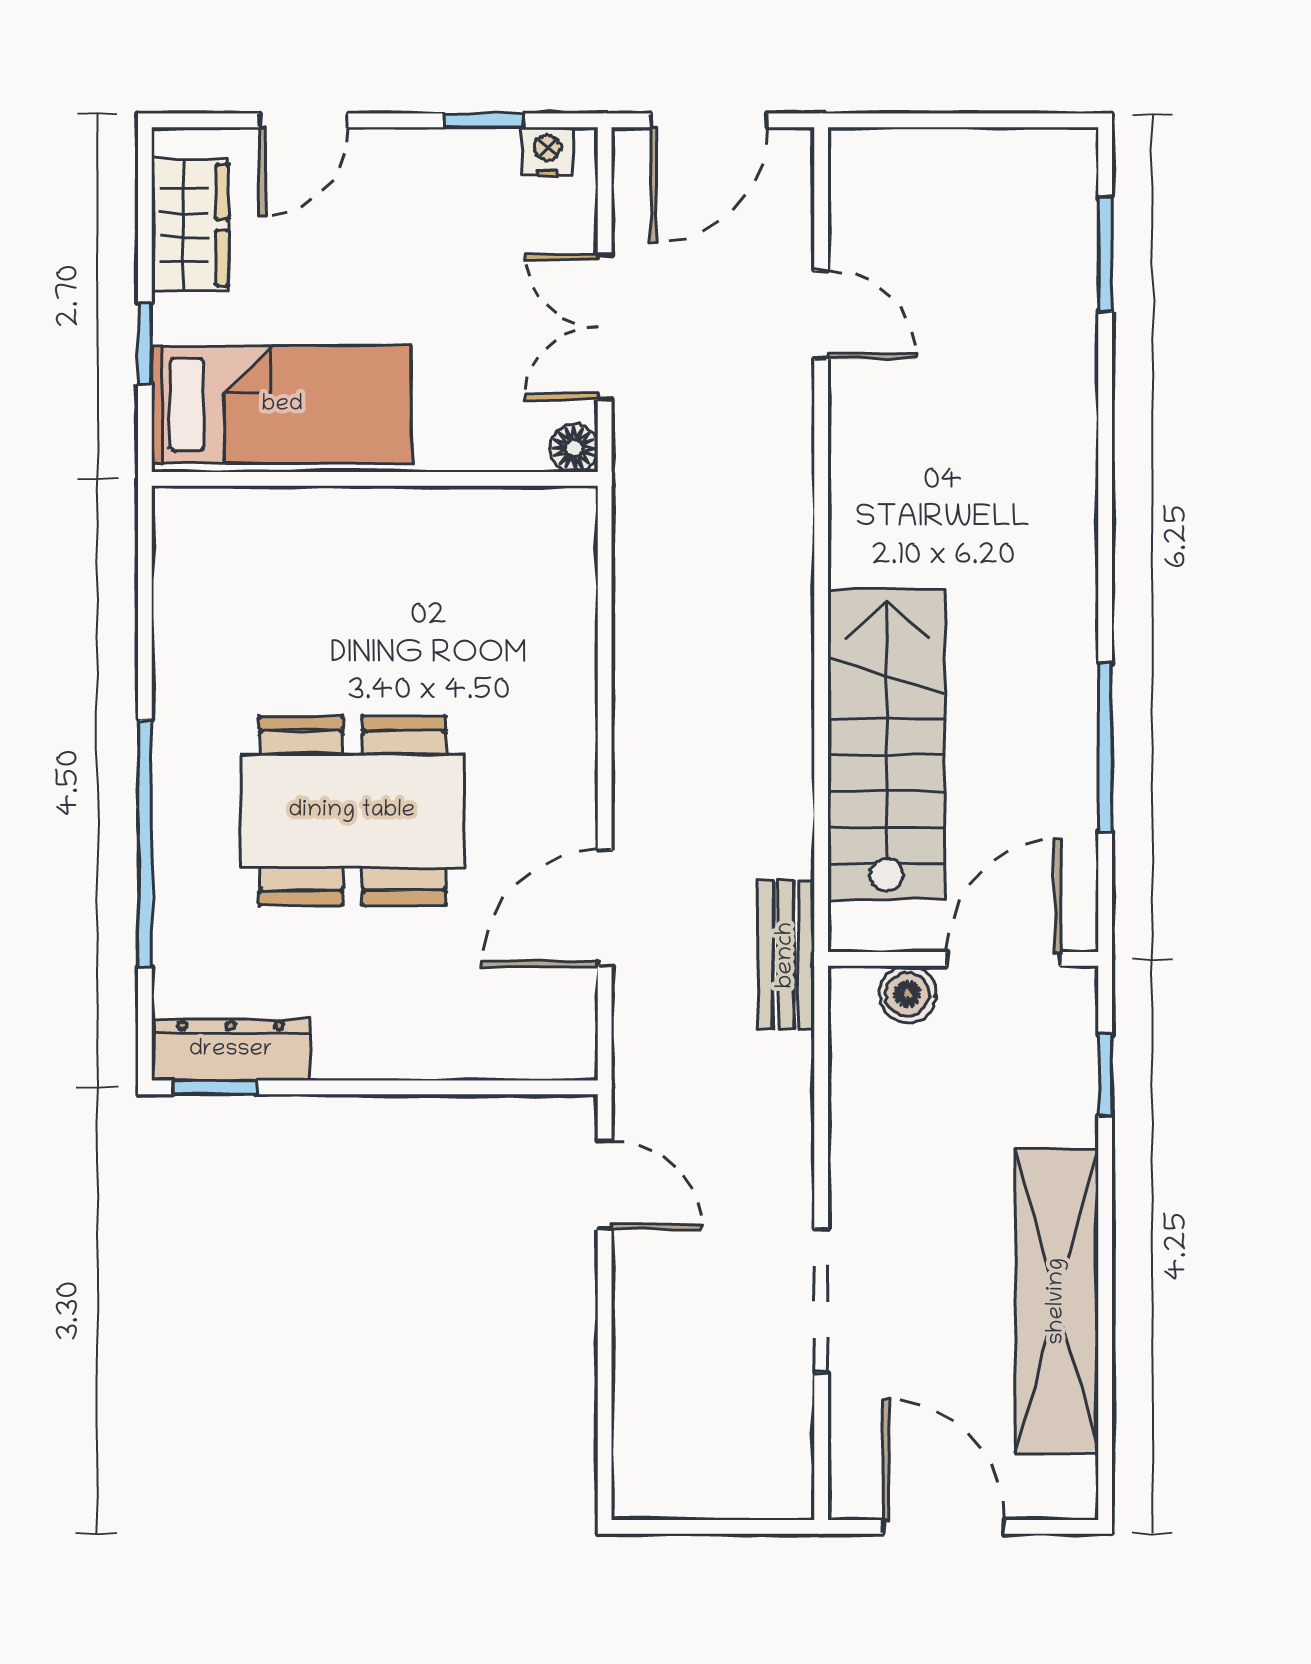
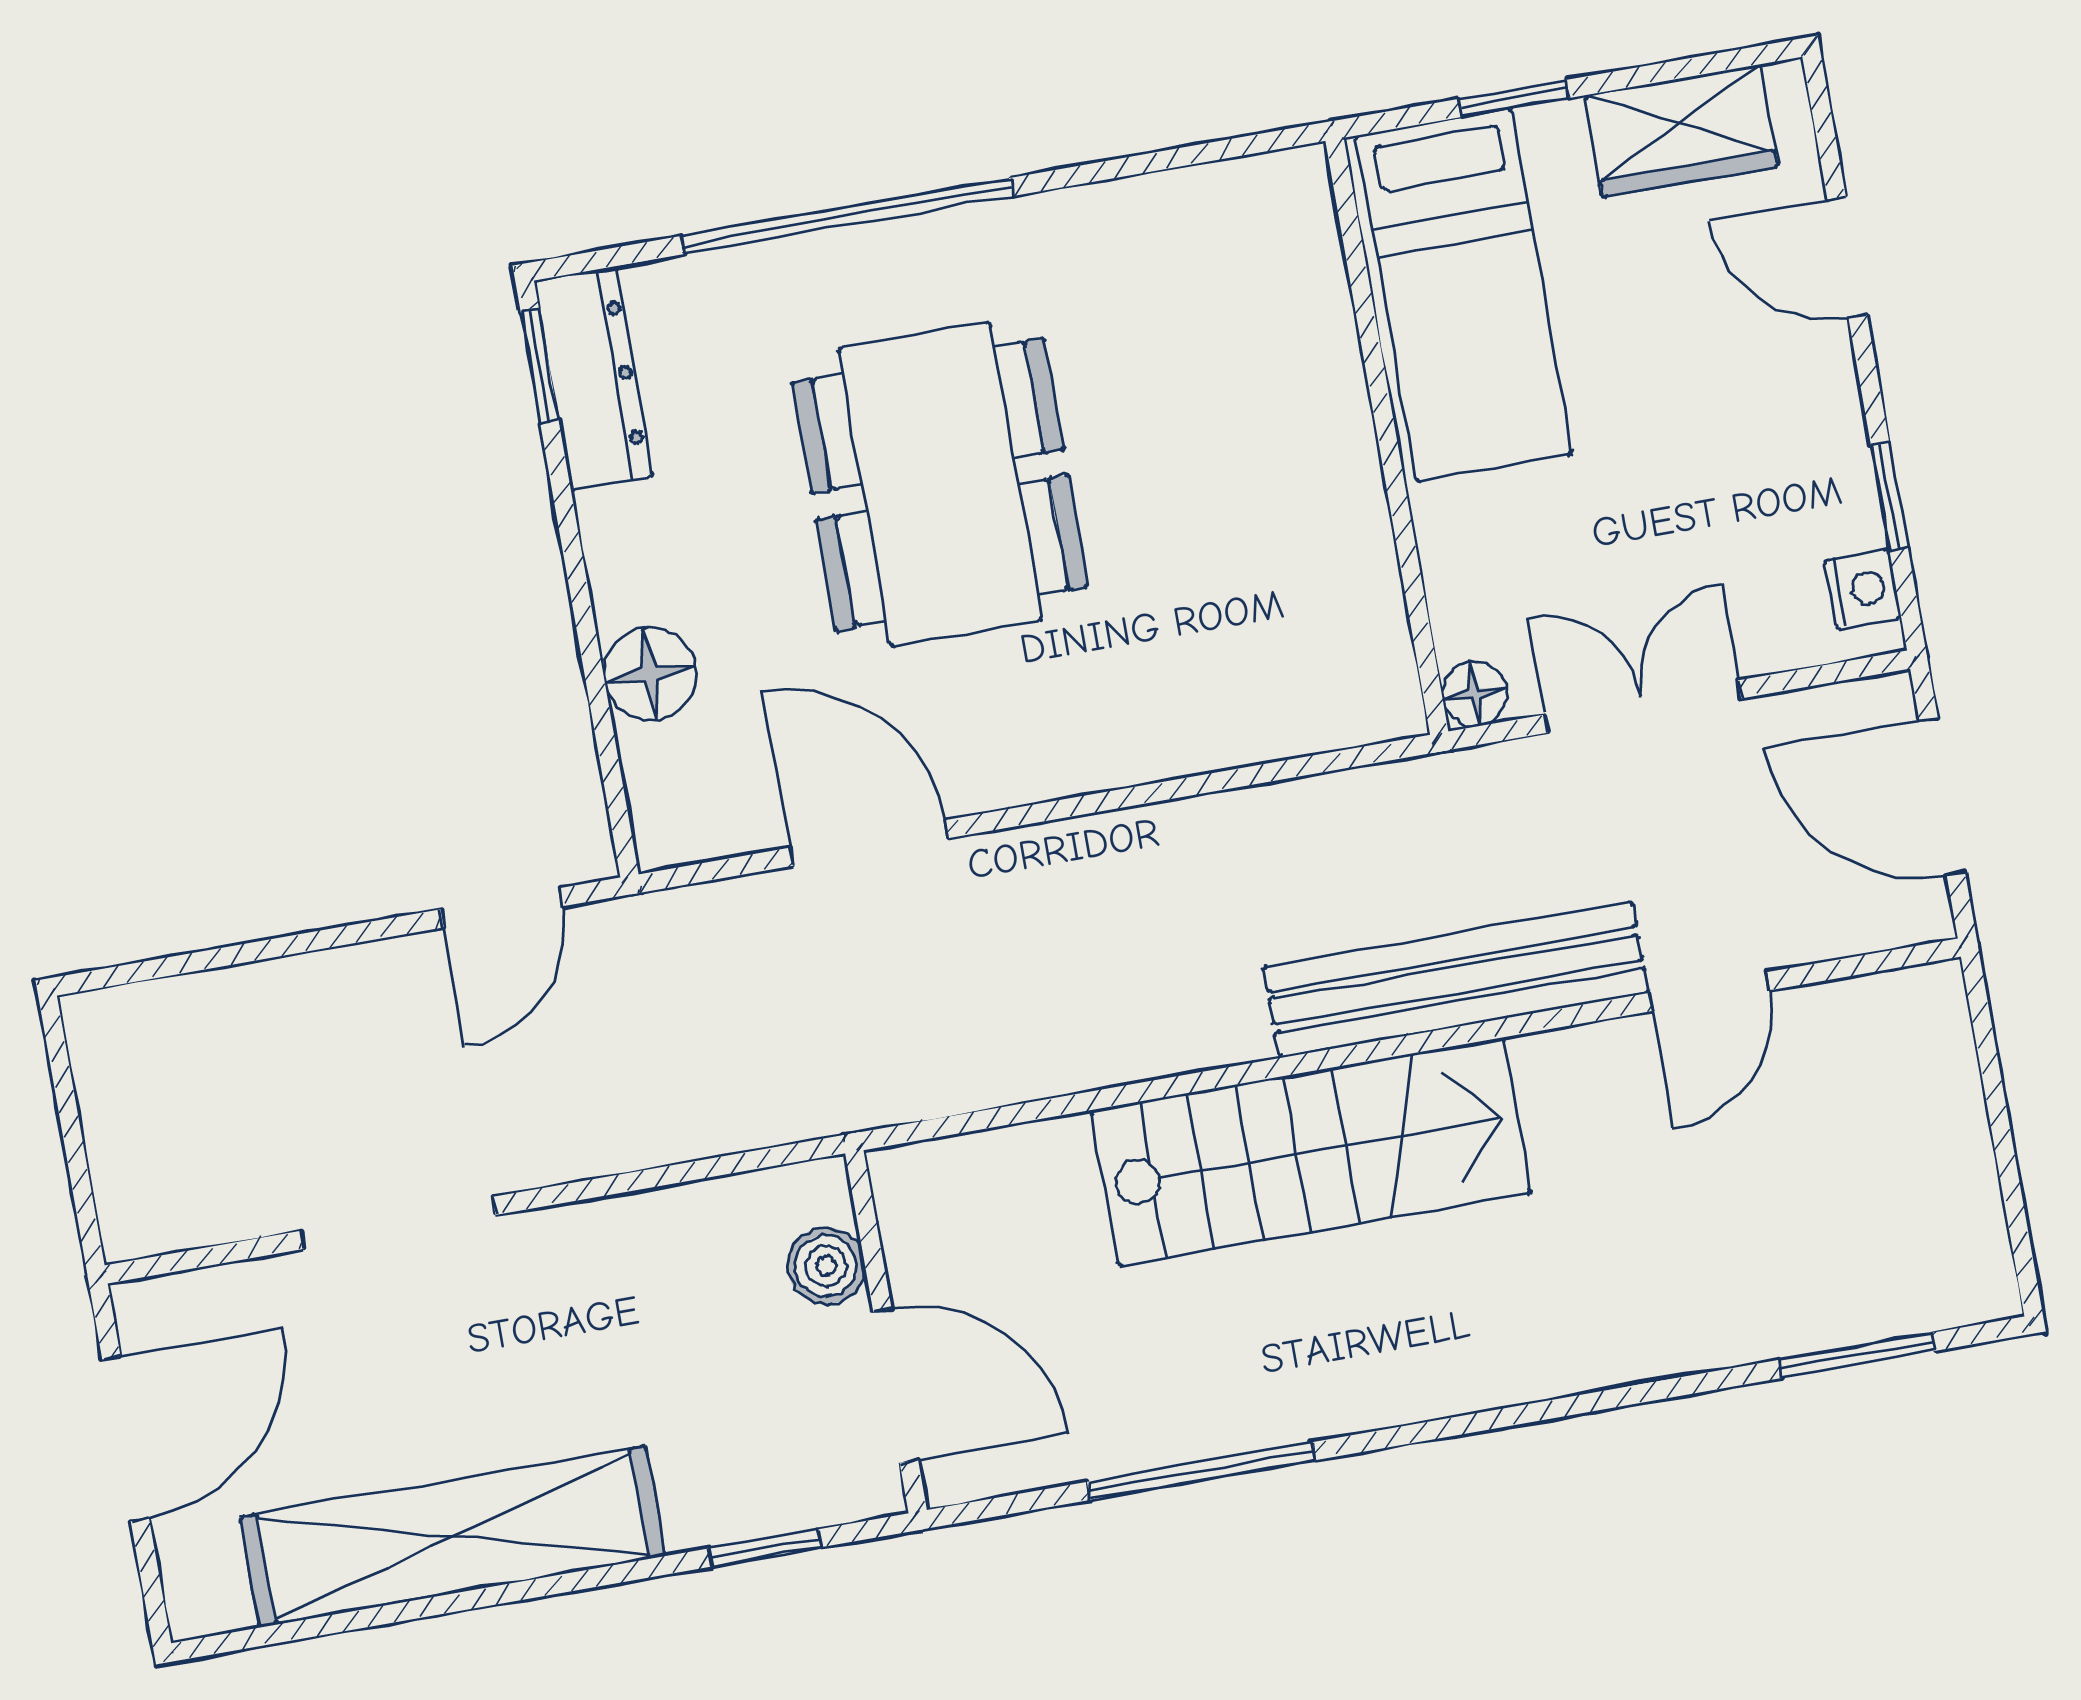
stairs: (886, 744) -> (1311, 1152), moved
bench: (786, 955) -> (1456, 980), moved, width x1.86, depth x1.21
floor lamp: (453, 1046) -> (650, 674), added

